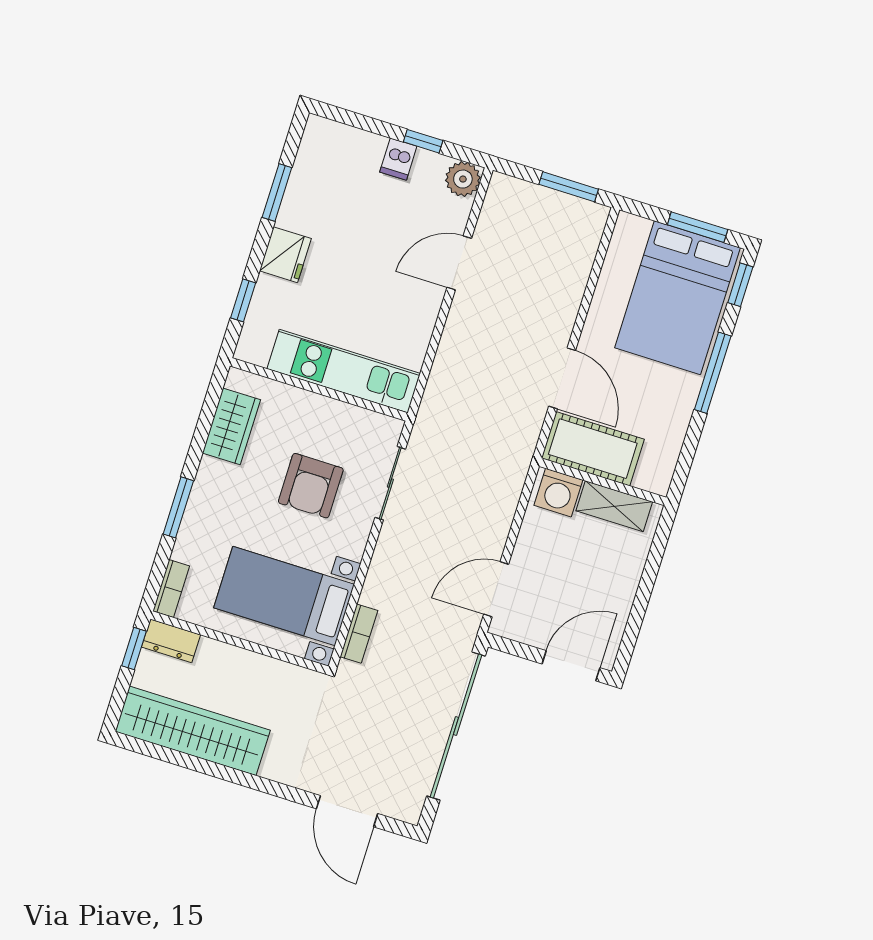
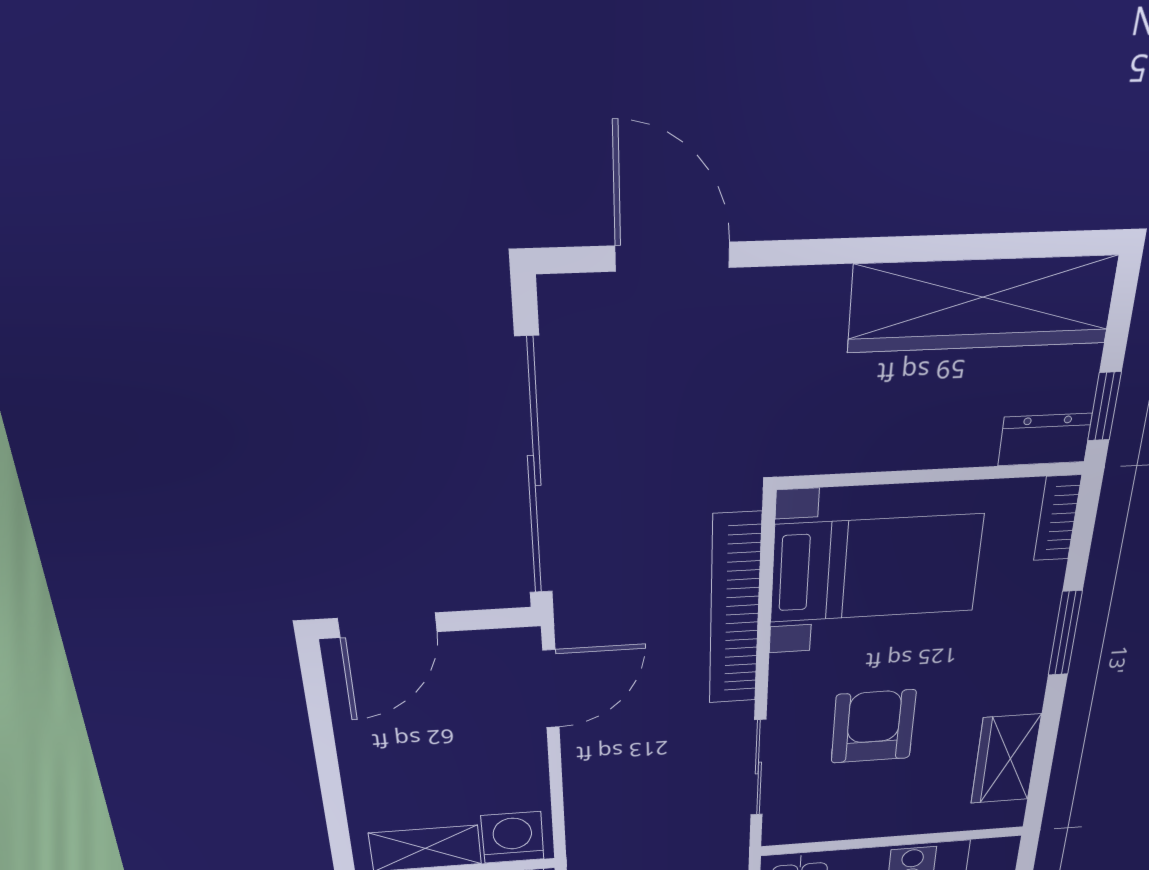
bookcase: (359, 634) -> (735, 610), width x2.31, depth x1.31

